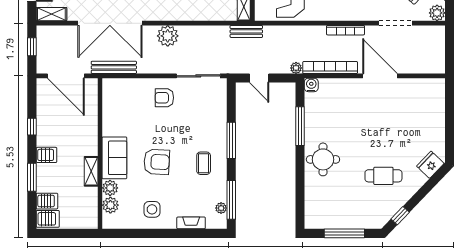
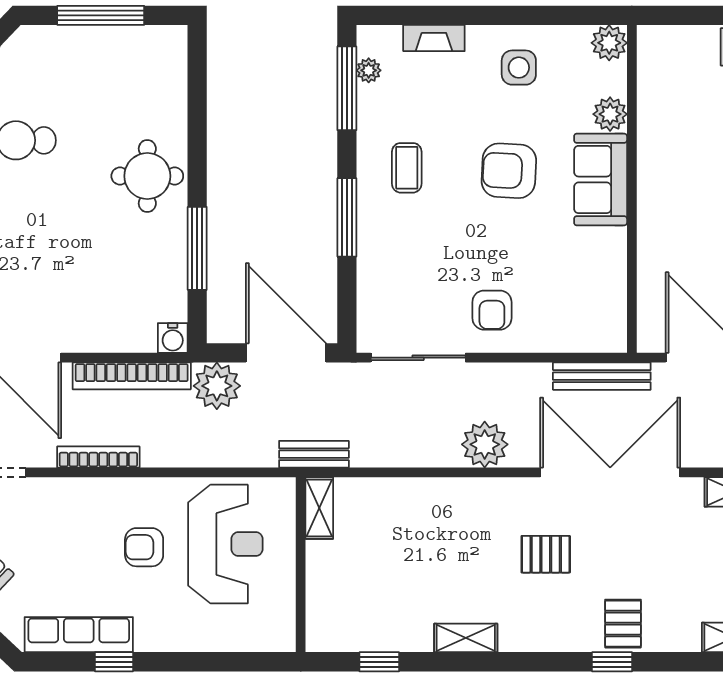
plant: (296, 68) -> (217, 386), width x1.88, depth x1.88
door: (259, 78) -> (286, 353), width x1.87
armchair: (164, 98) -> (492, 310), turned 90
shelving: (91, 171) -> (651, 150), removed
plant: (110, 205) -> (609, 43), moved

